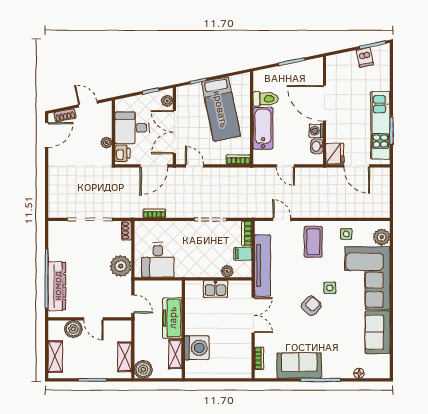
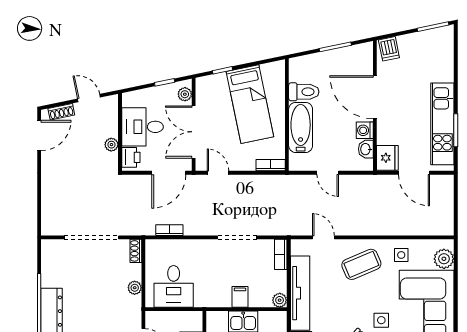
dishwasher: (365, 57) -> (389, 49), moved
coffee table: (313, 242) -> (361, 264), turned 67
filing cabinet: (243, 254) -> (240, 297), moved, turned 90
plant: (121, 266) -> (135, 288), width x0.53, depth x0.53
plant: (227, 271) -> (280, 300), moved

